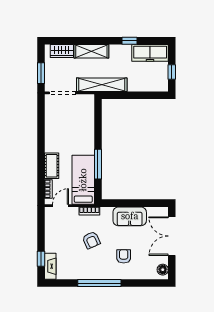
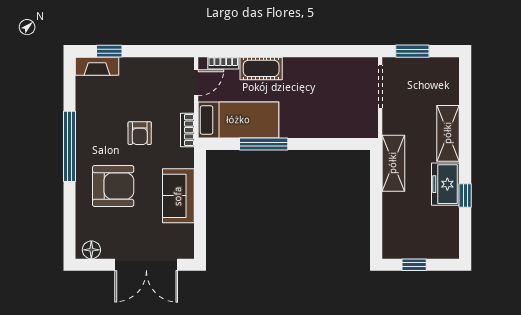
wardrobe: (62, 51) -> (448, 85), removed
freezer: (150, 53) -> (445, 184), moved, width x0.71
shelving: (102, 85) -> (393, 163), width x0.68
door: (60, 206) -> (196, 83), hinge flipped
double door: (172, 236) -> (146, 265), swing flipped
armchair: (91, 240) -> (140, 133), turned -66
armchair: (124, 256) -> (113, 186), width x1.88, depth x1.88

